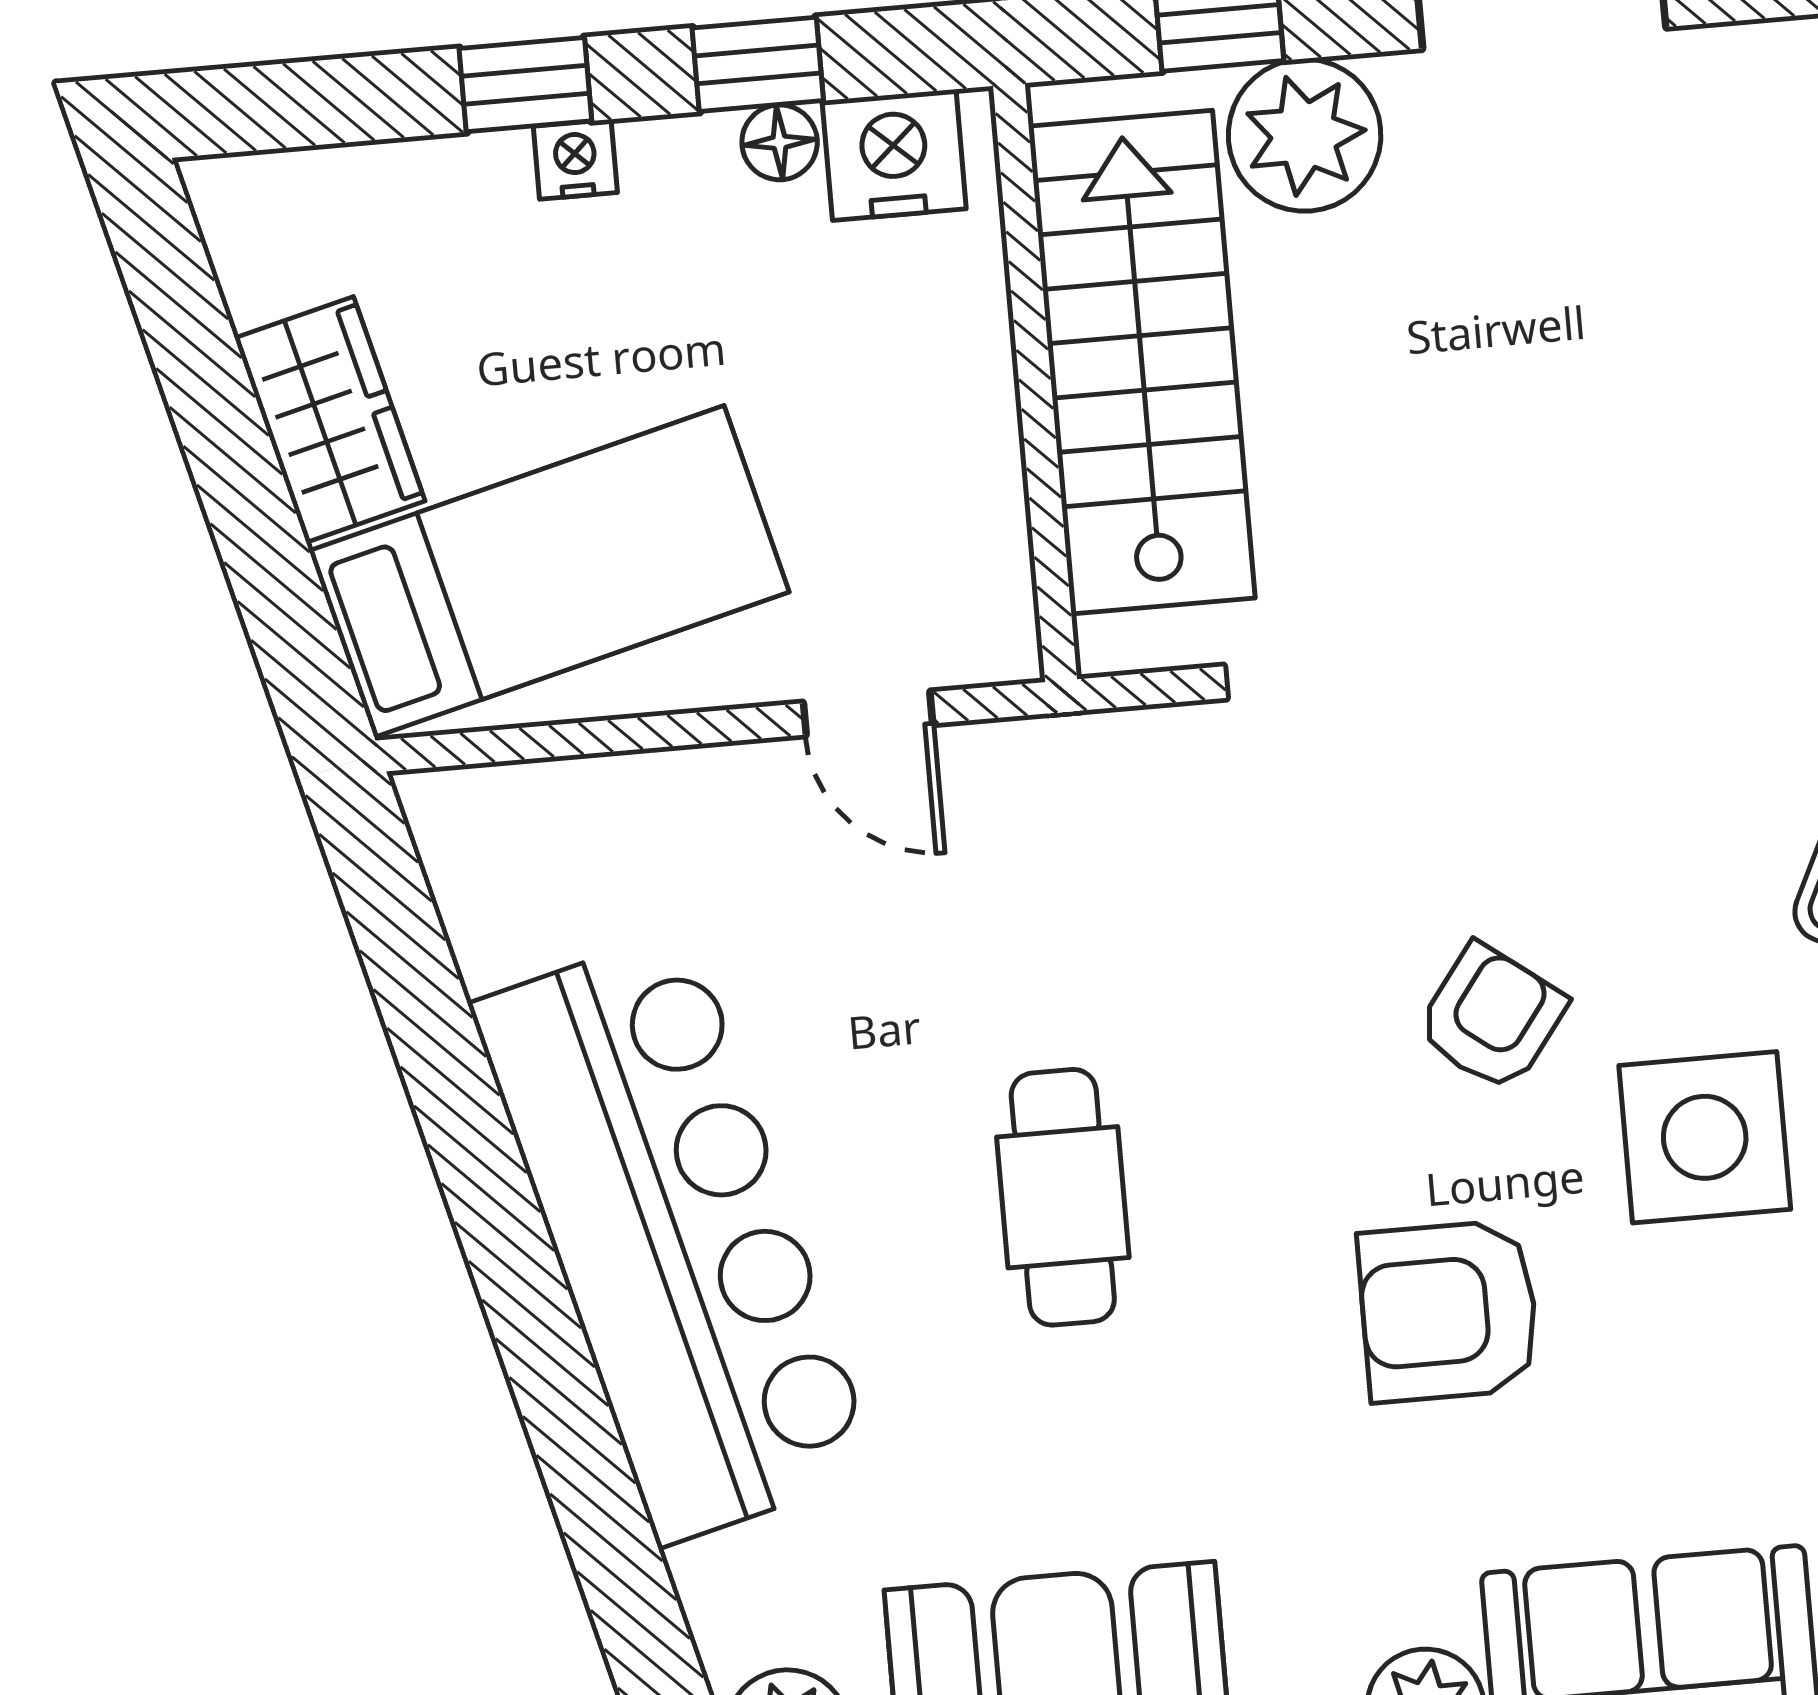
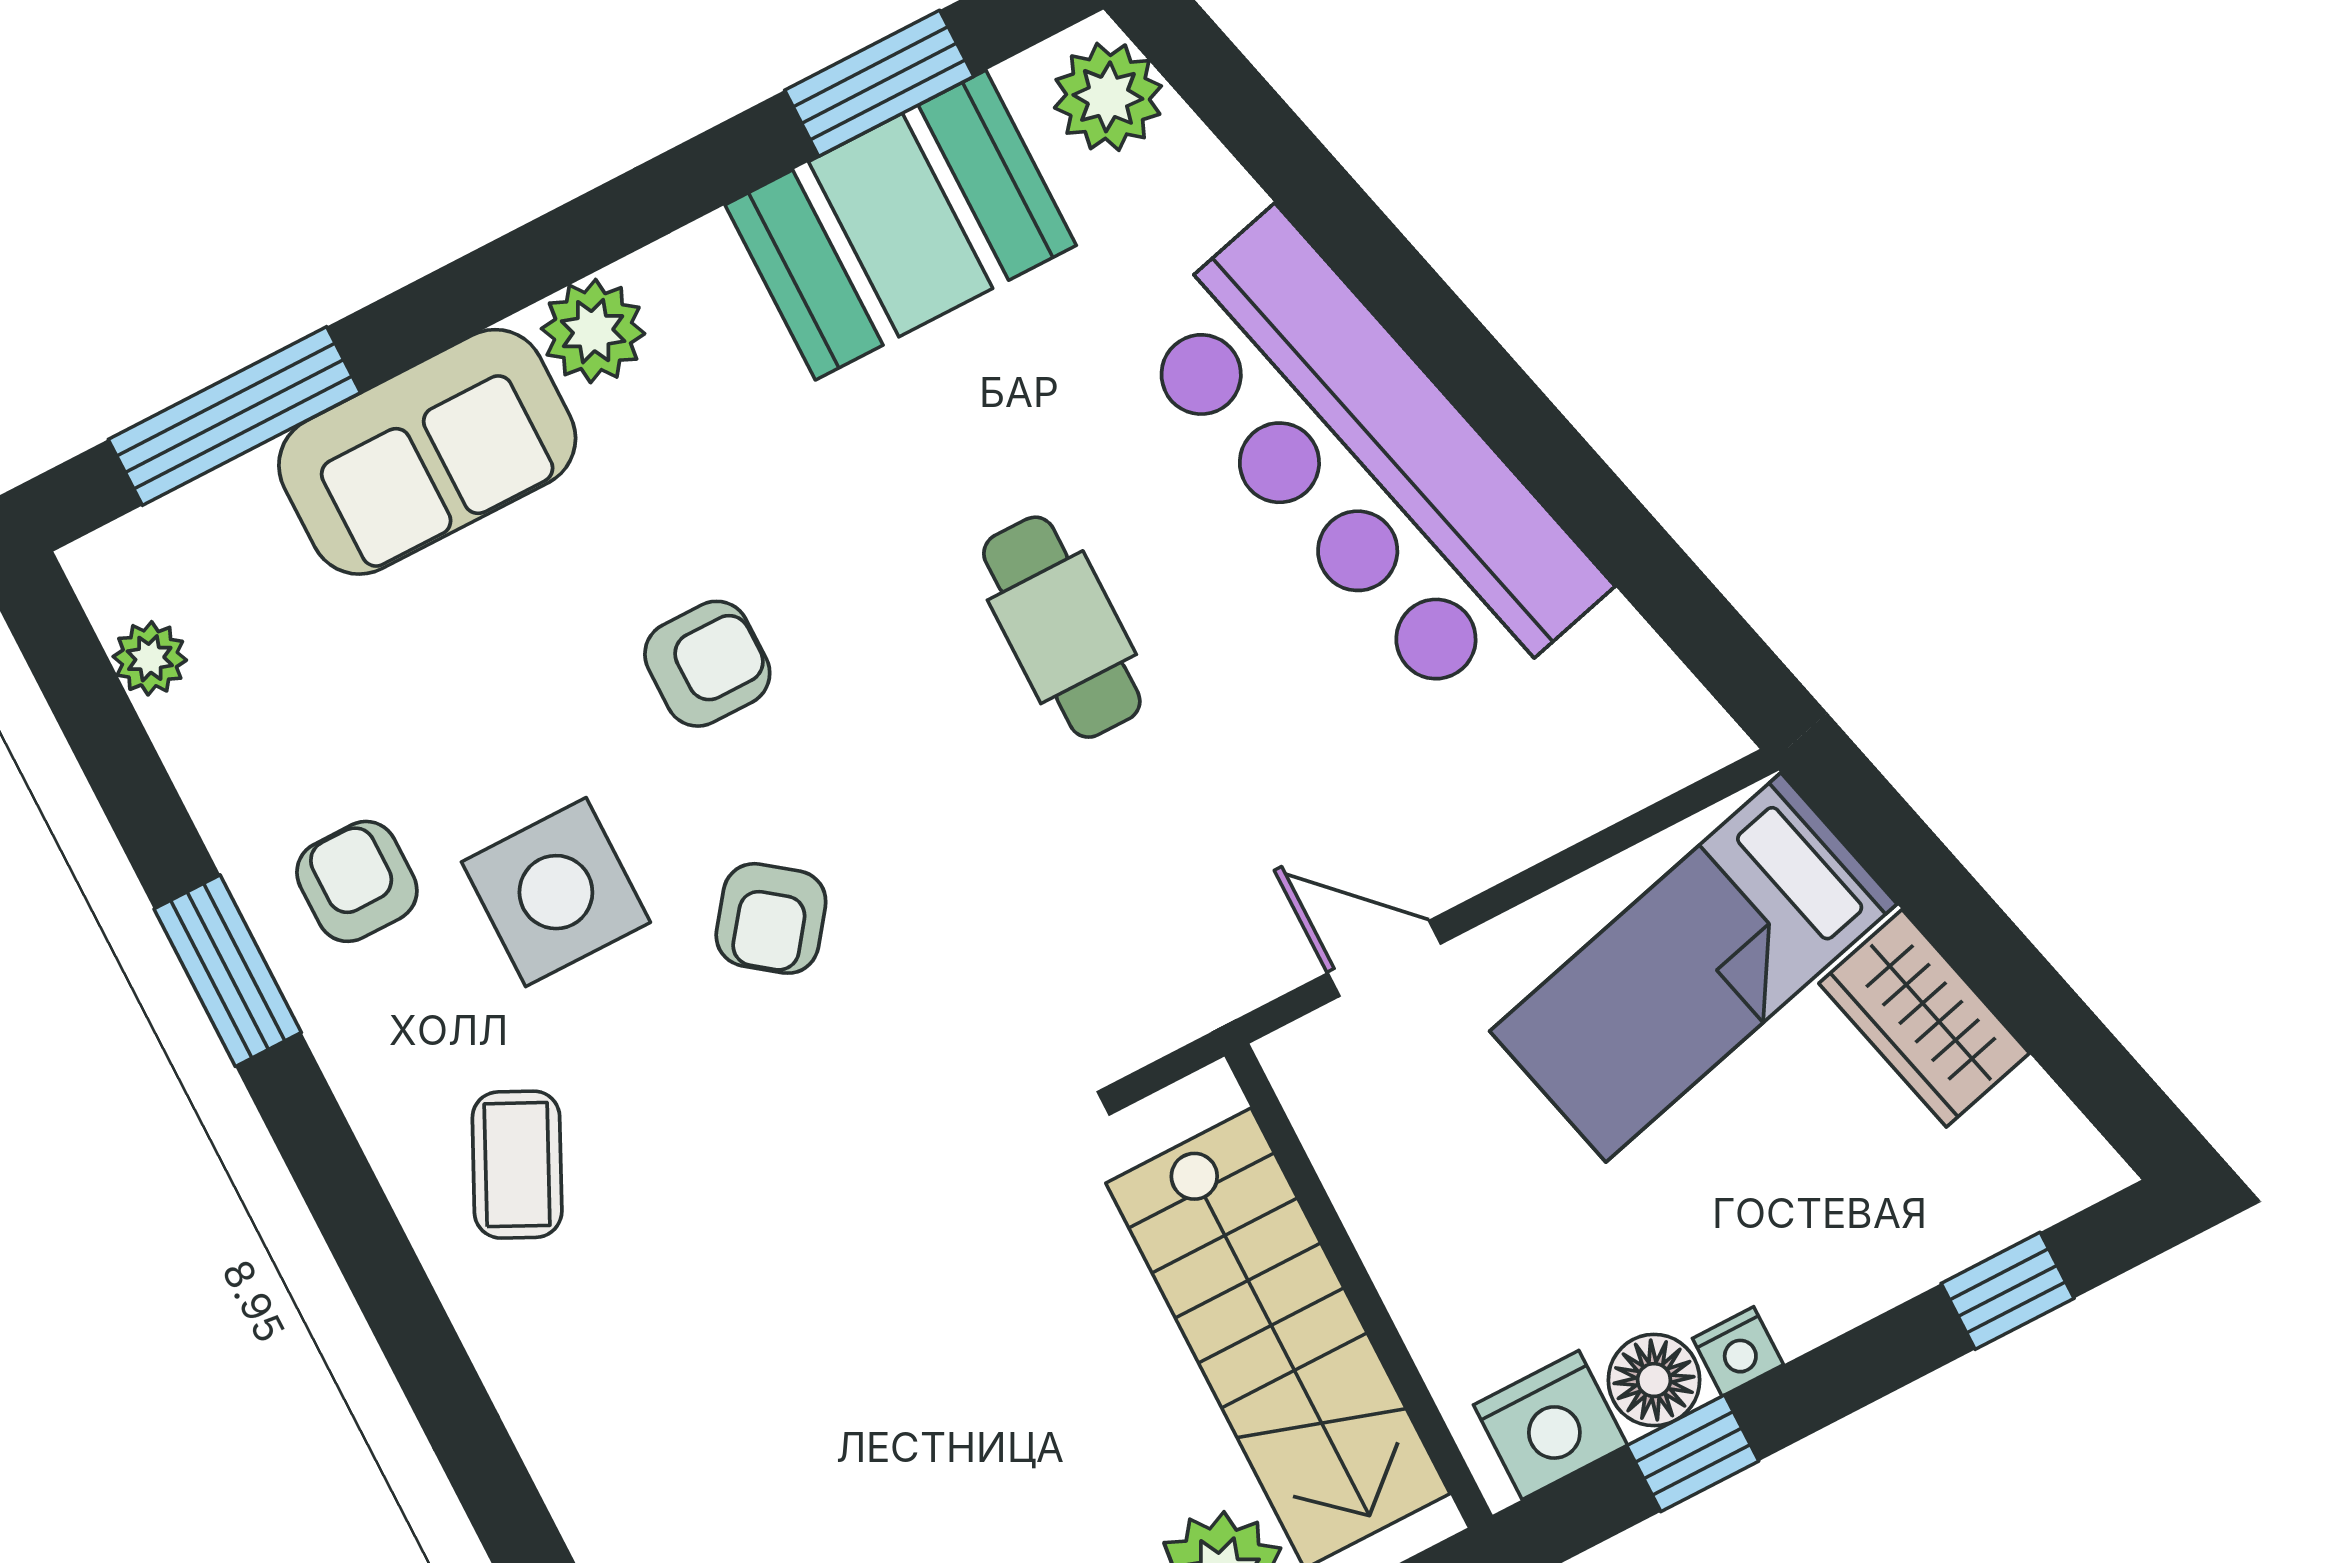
window: (525, 85) -> (2008, 1291), moved
floor lamp: (780, 142) -> (1654, 1380), width x1.37, depth x1.37
nightstand: (575, 159) -> (1738, 1351), moved
armchair: (1449, 1311) -> (707, 664), width x0.72, depth x0.72

